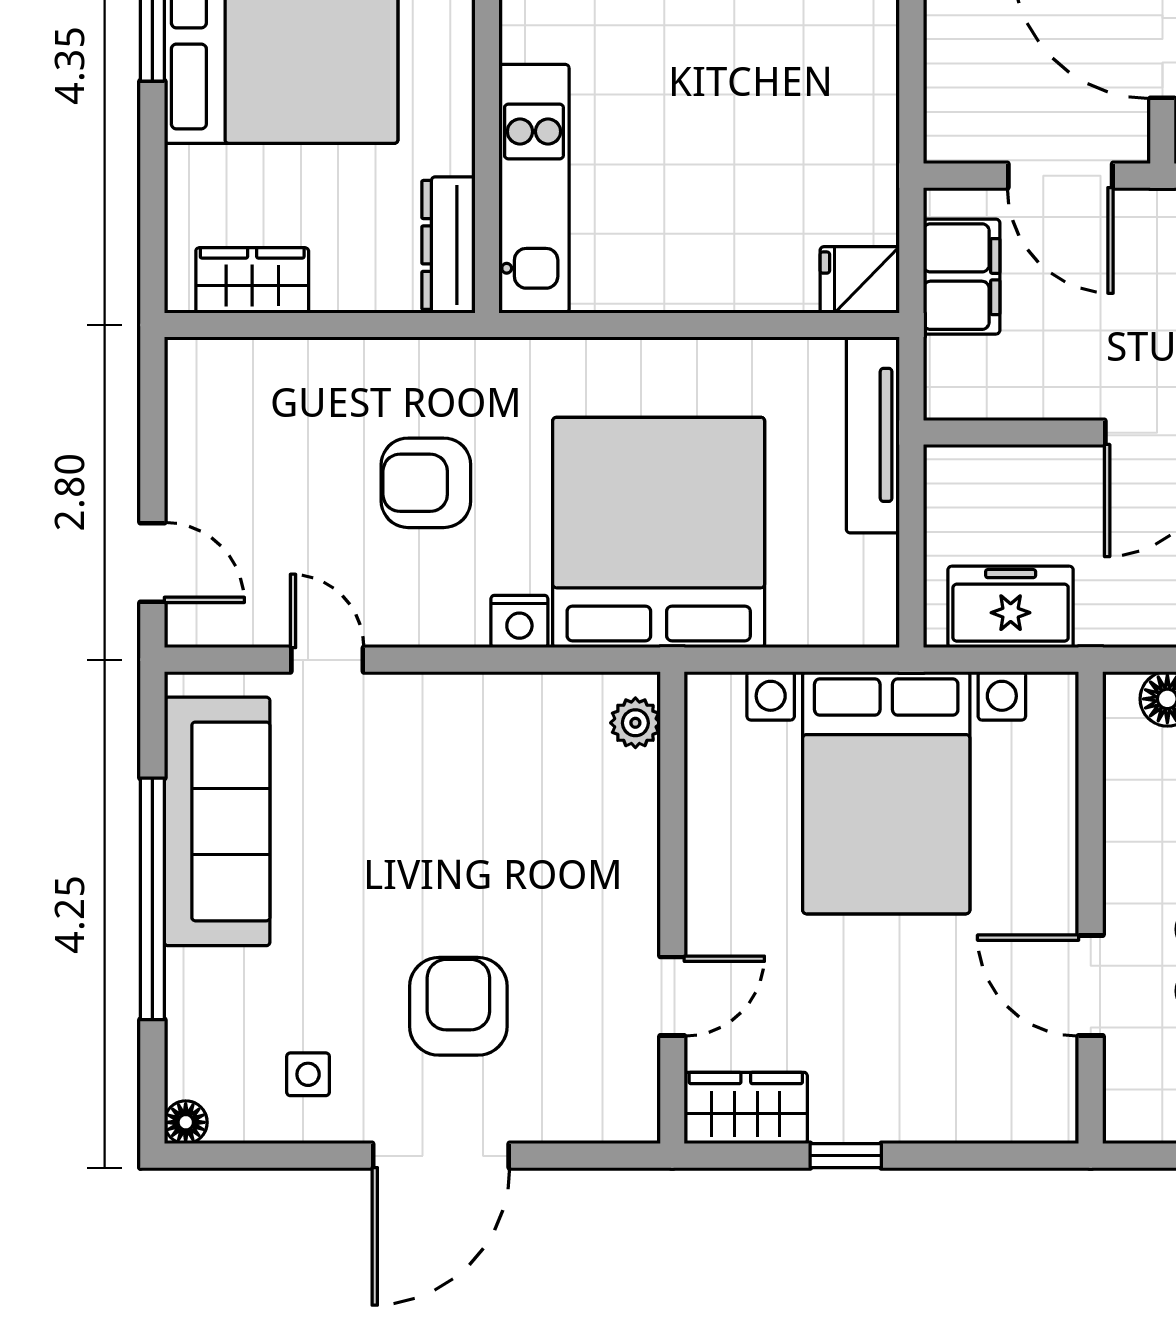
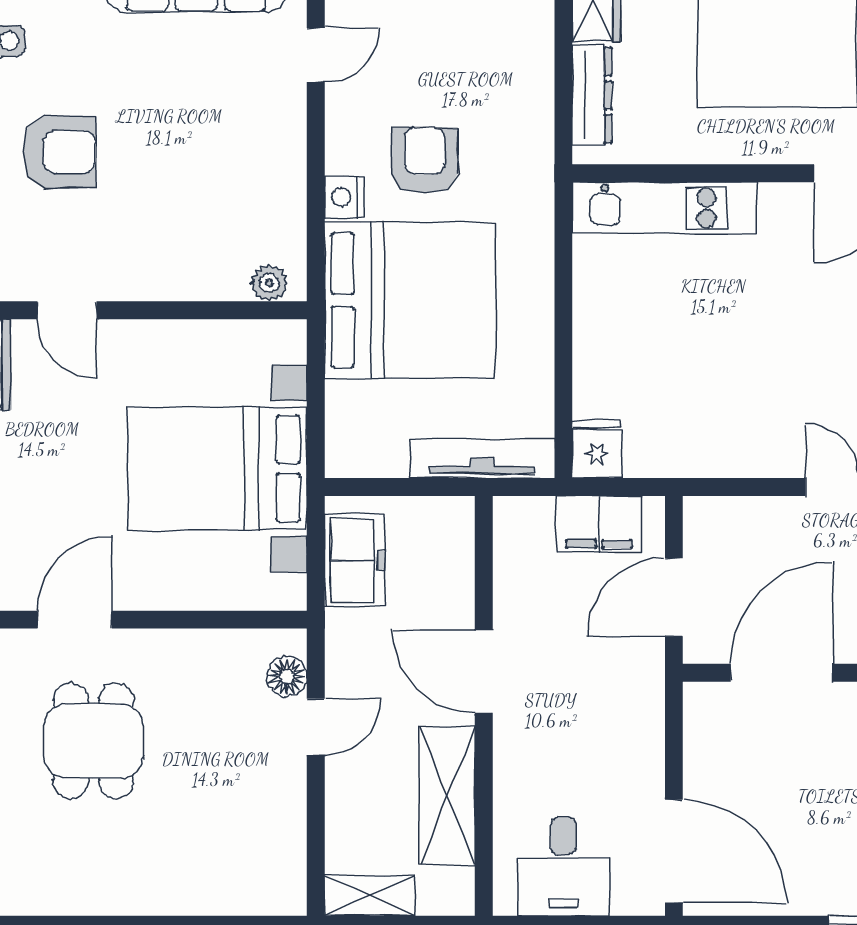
dresser: (448, 245) -> (592, 95), moved, turned 90
armchair: (426, 483) -> (425, 160), moved

